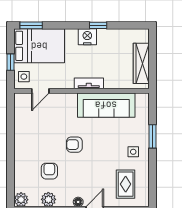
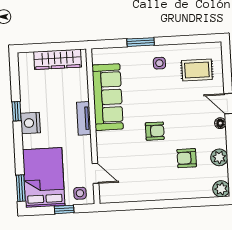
armchair: (74, 145) -> (155, 131), turned -90

